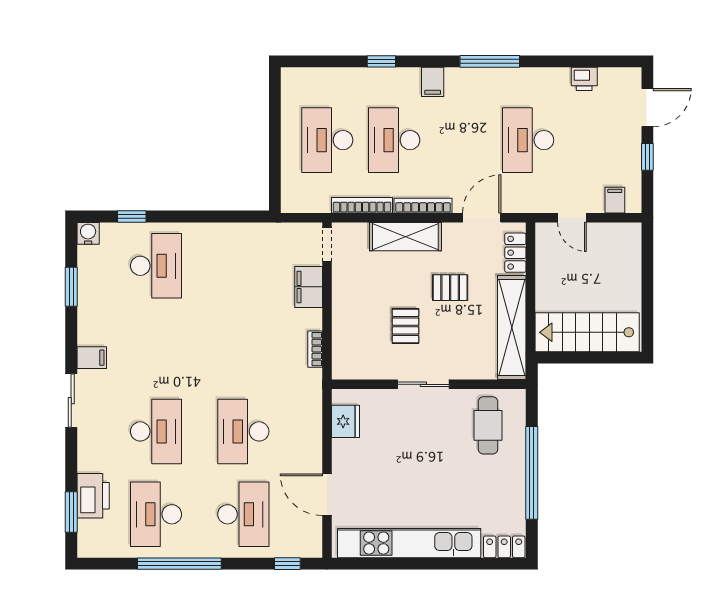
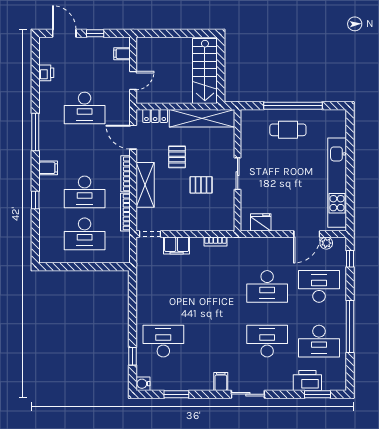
cafe table: (488, 425) -> (288, 130), moved
plant: (312, 526) -> (326, 243), added
locker: (504, 547) -> (339, 123), removed

